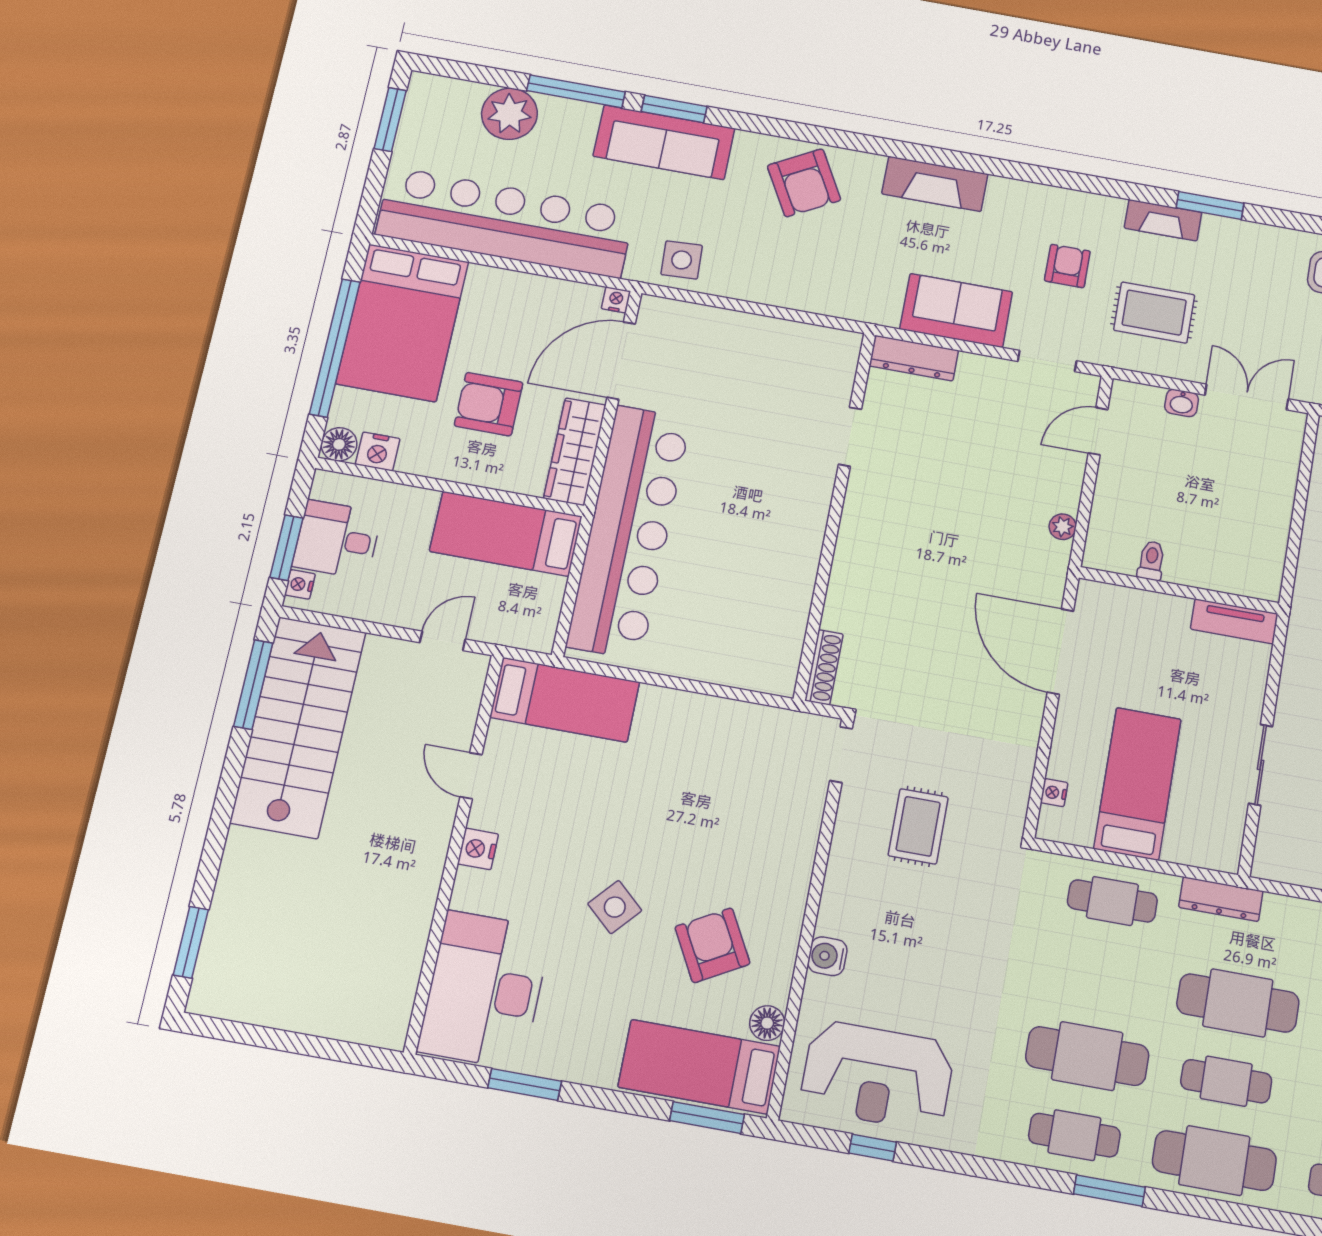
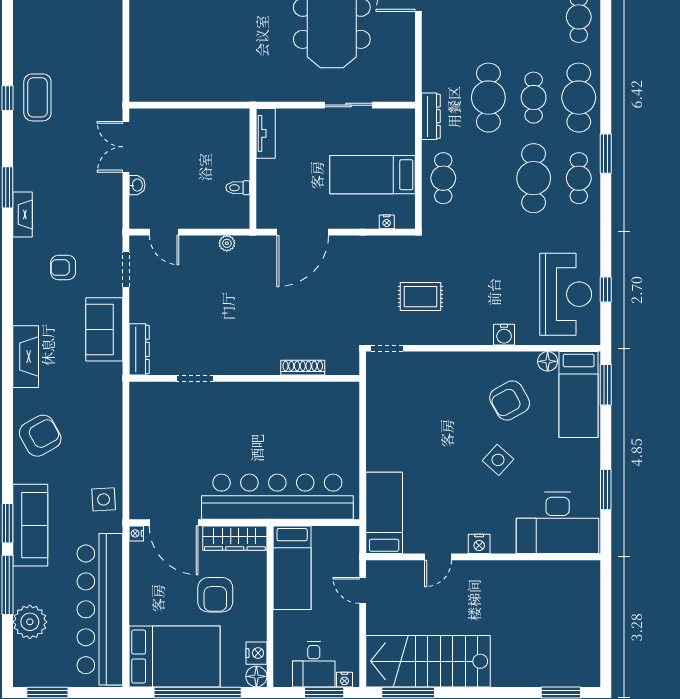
rug: (1154, 313) -> (83, 210), removed
shoe rack: (824, 667) -> (303, 368), moved

